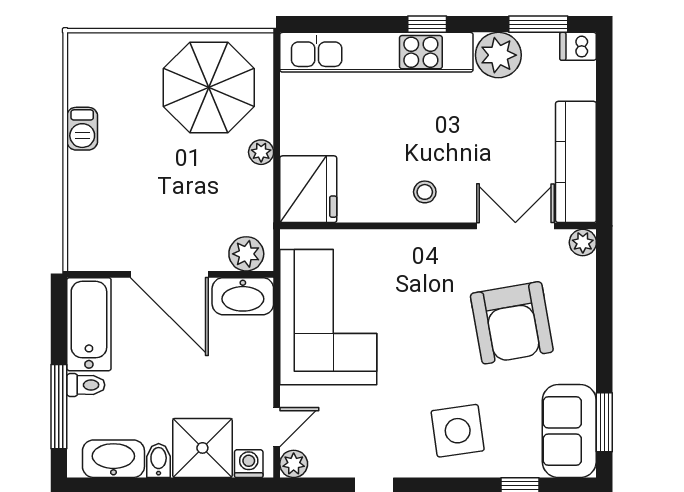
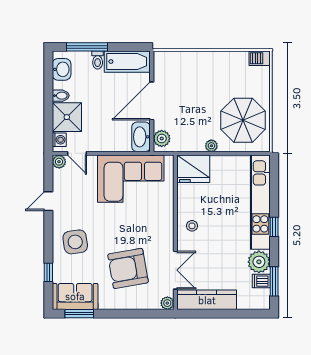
dishwasher: (578, 46) -> (261, 281), moved, turned -90
barbecue: (82, 129) -> (260, 58), moved
washbasin: (113, 459) -> (62, 69), width x0.72

